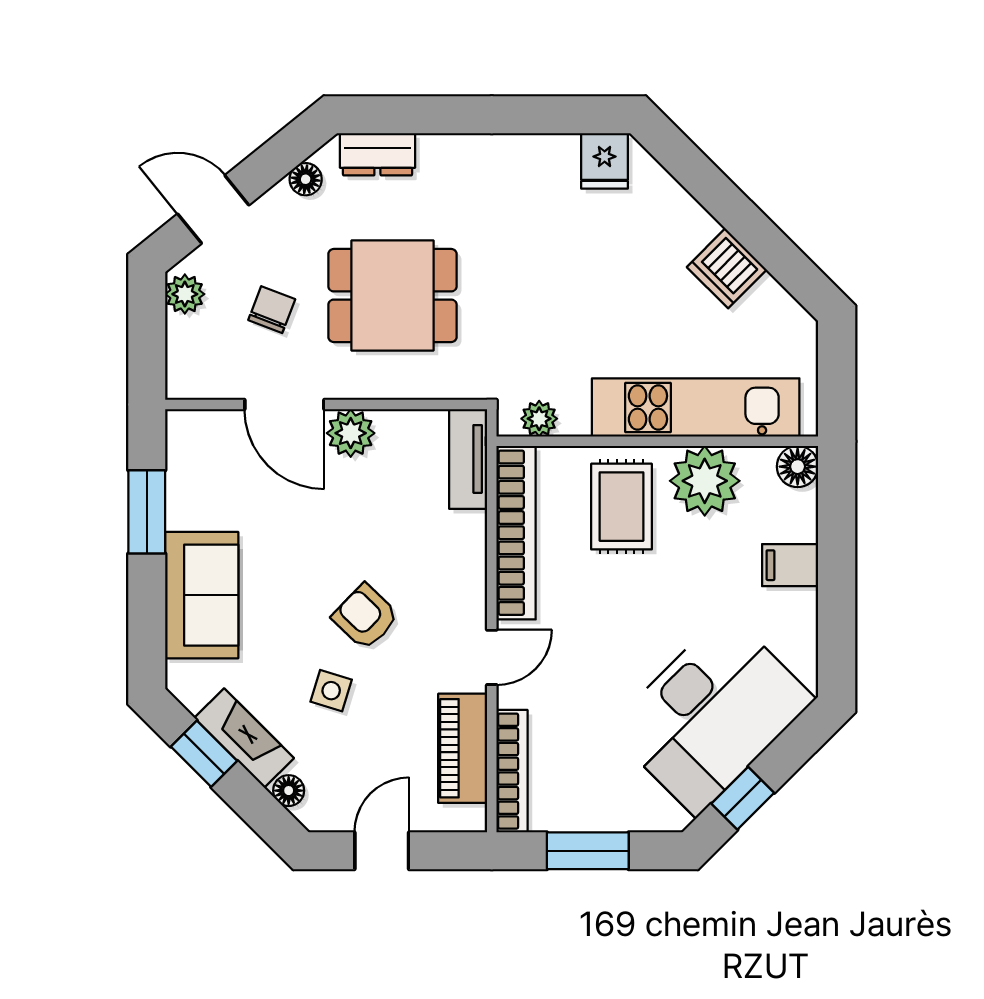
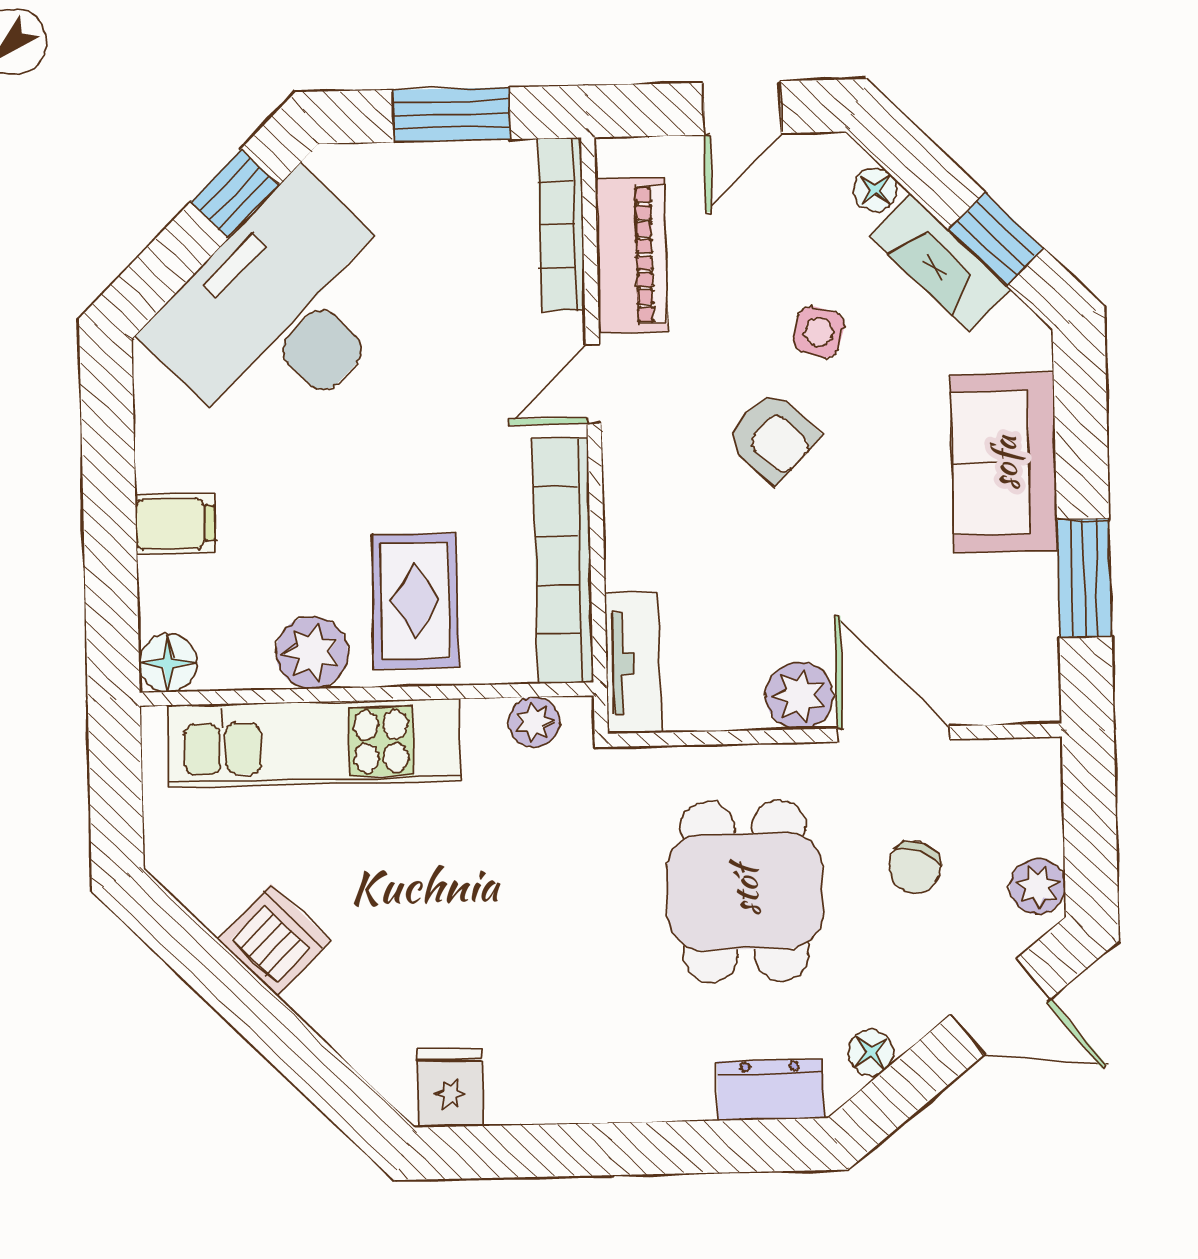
dining table: (392, 296) -> (745, 891), turned 90
plant: (705, 481) -> (312, 653), width x0.73, depth x0.73

